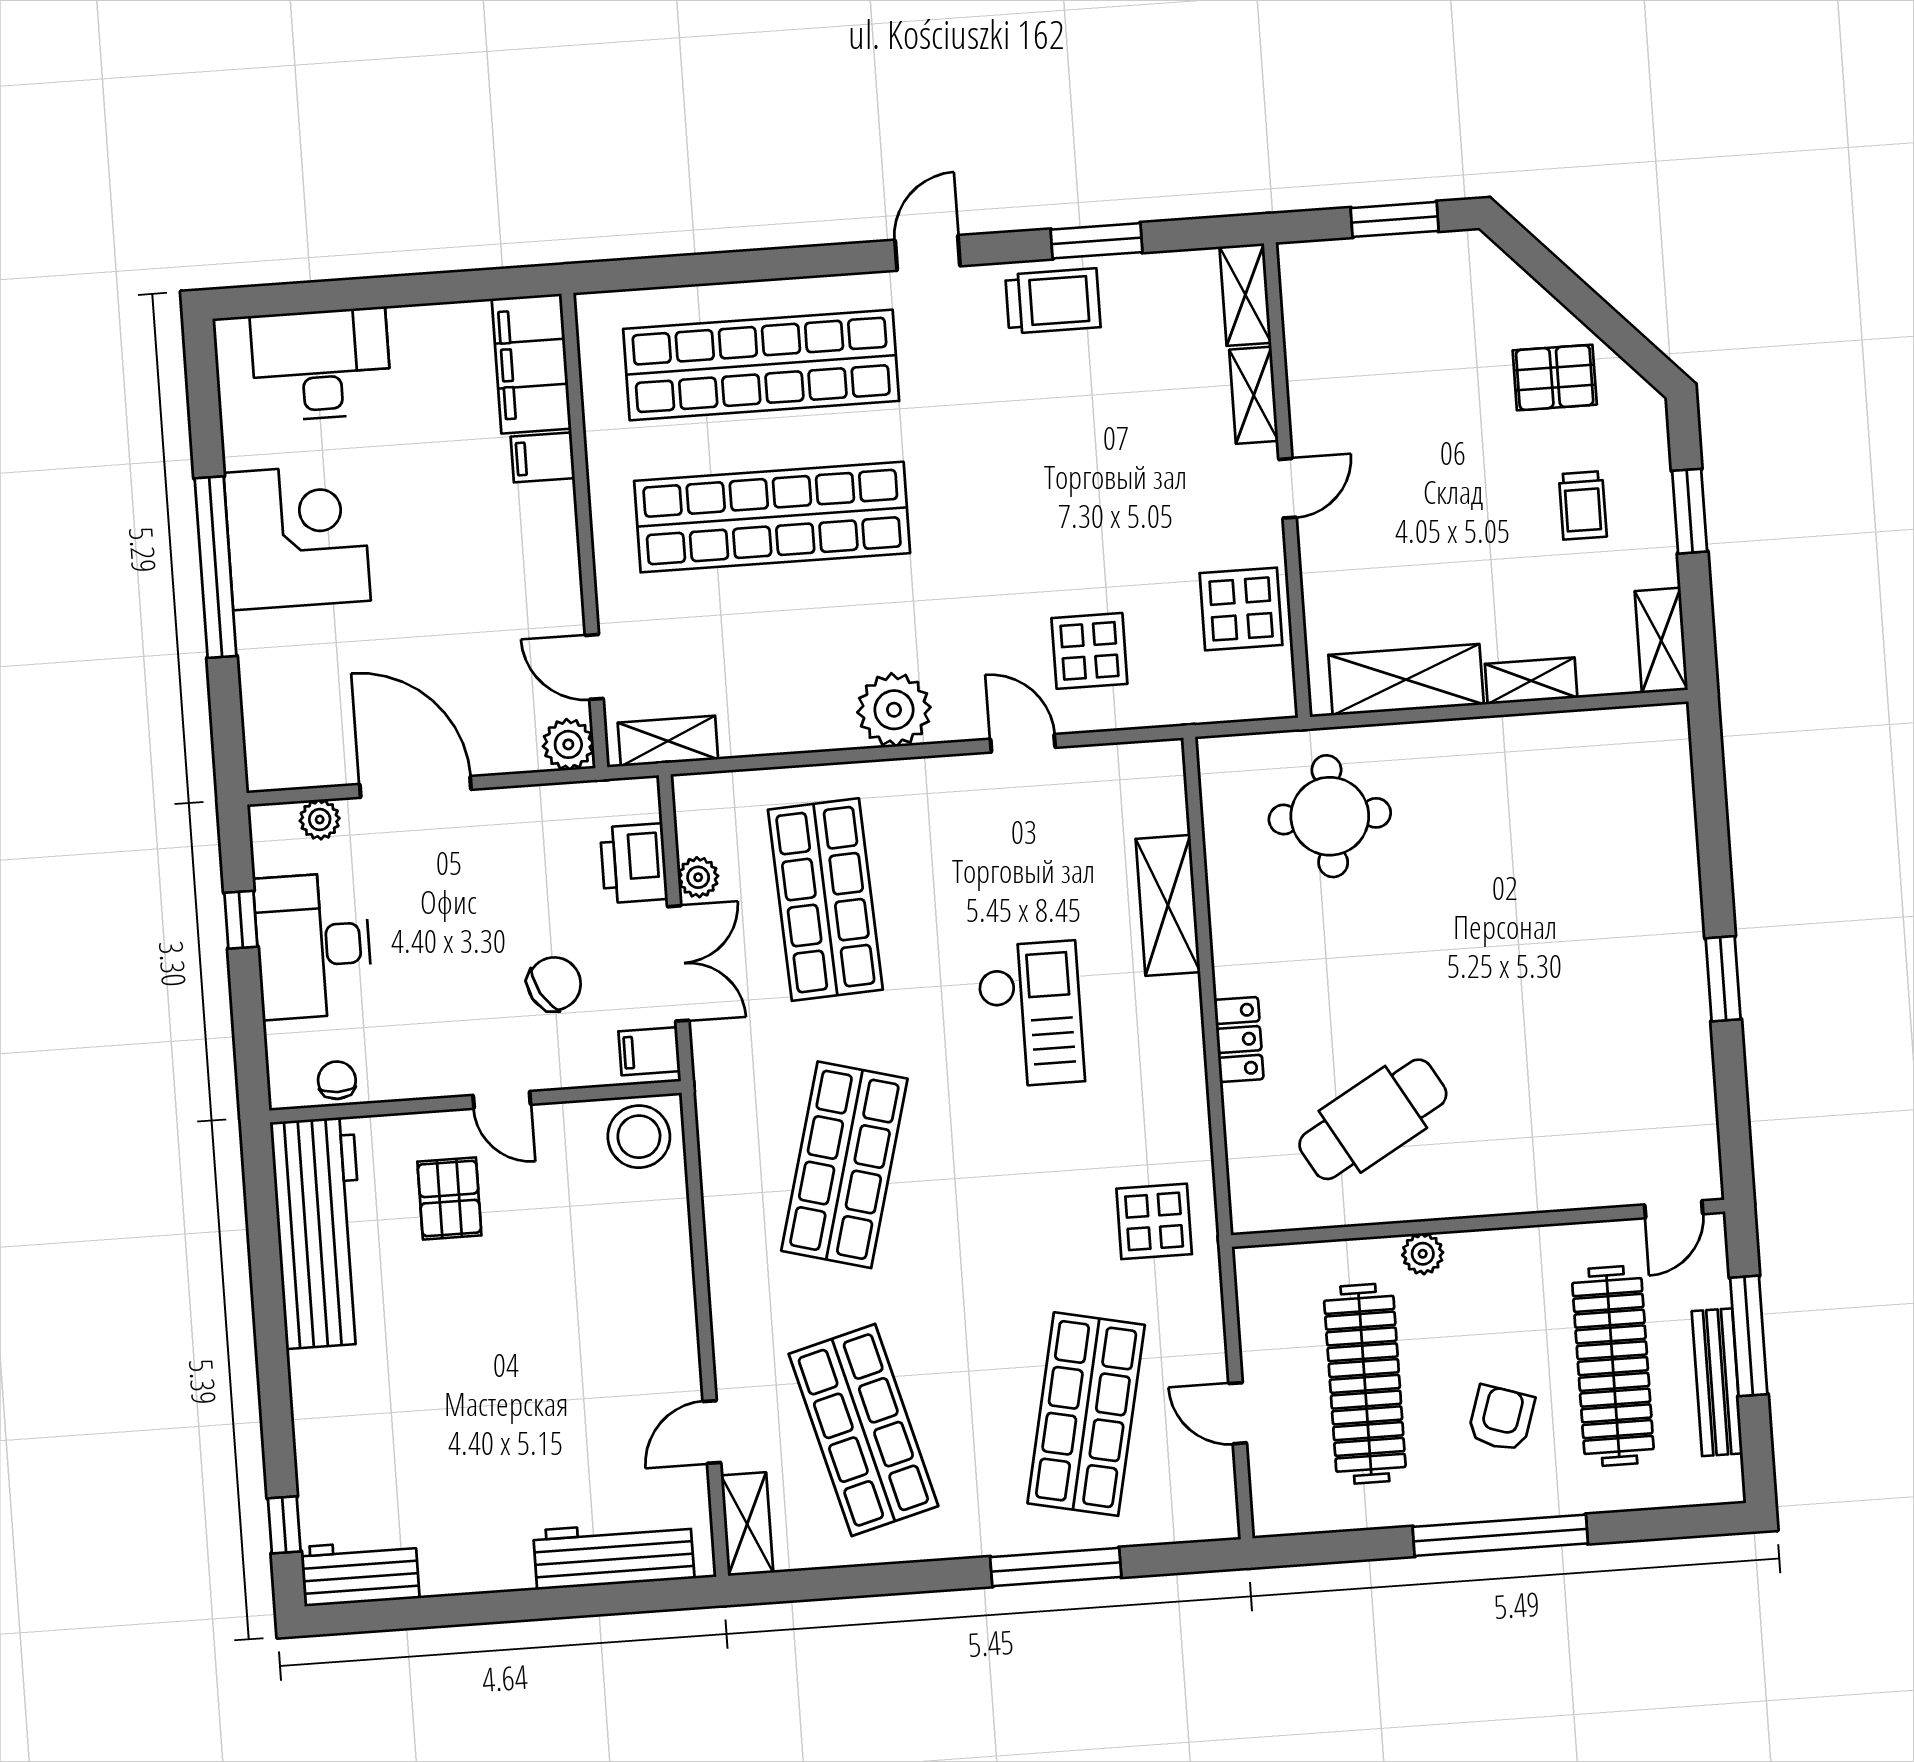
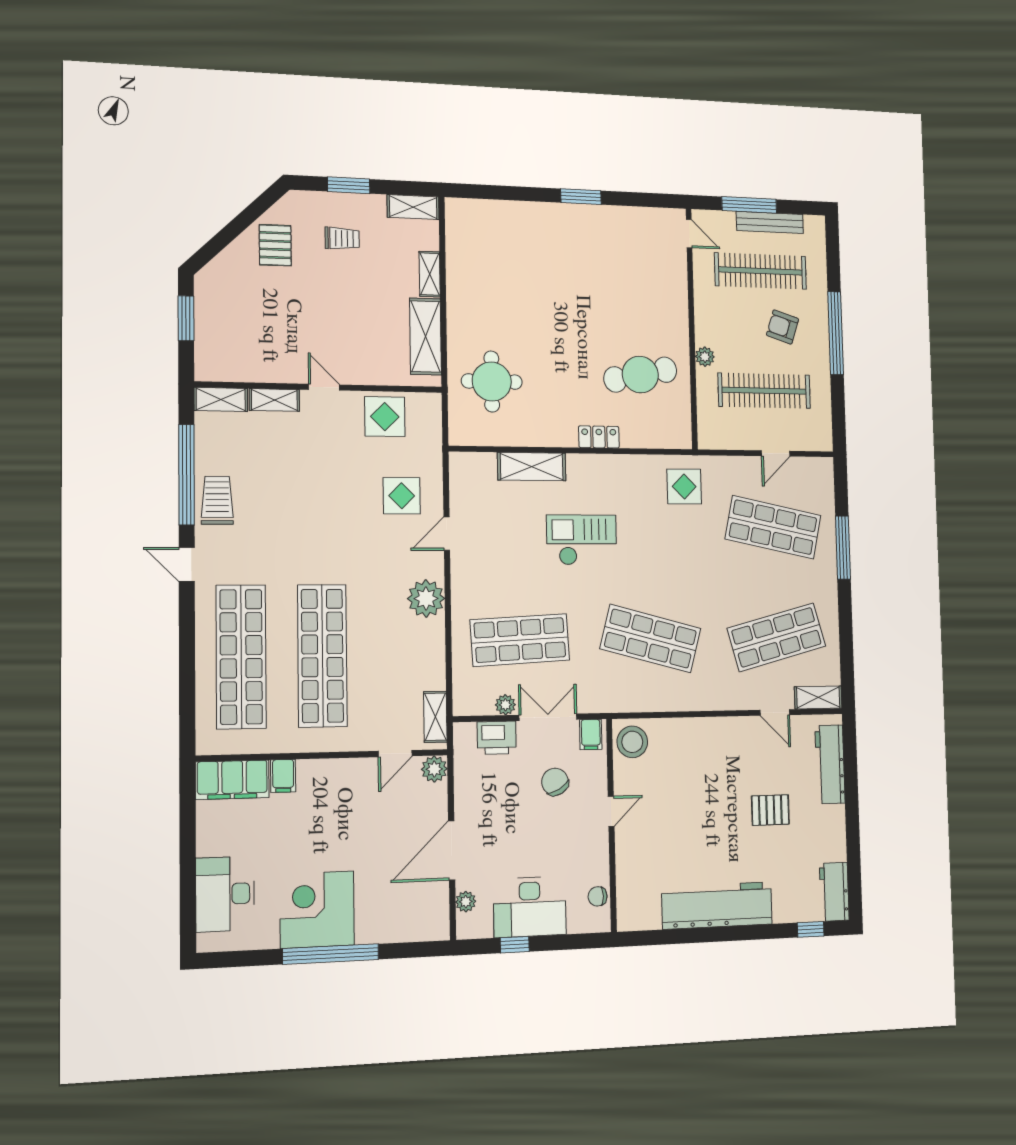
window: (1097, 241) -> (186, 475), width x2.11
cafe table: (1373, 1119) -> (640, 375), turned -72
pallet: (449, 1198) -> (770, 810), moved
workbench: (319, 1233) -> (717, 905), moved

